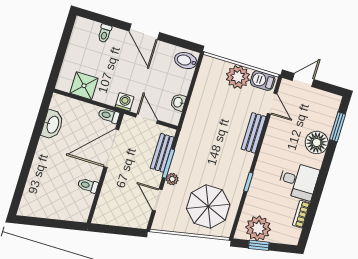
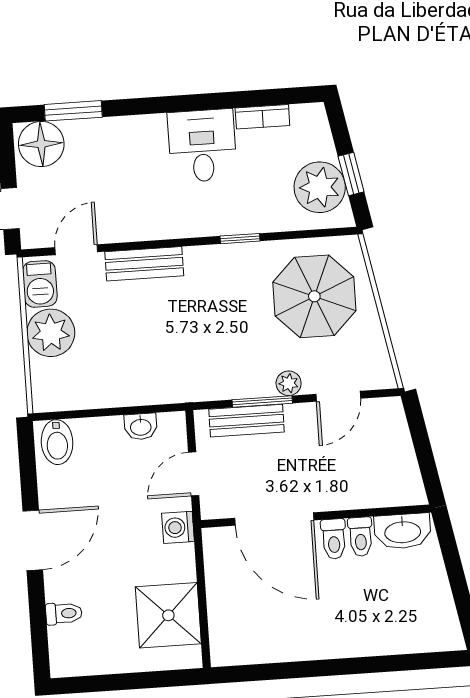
shower: (84, 86) -> (168, 615), width x1.36, depth x1.36
toilet: (109, 116) -> (334, 539), moved
washbasin: (52, 125) -> (403, 531), moved, turned 180
floor lamp: (317, 142) -> (41, 144), moved

